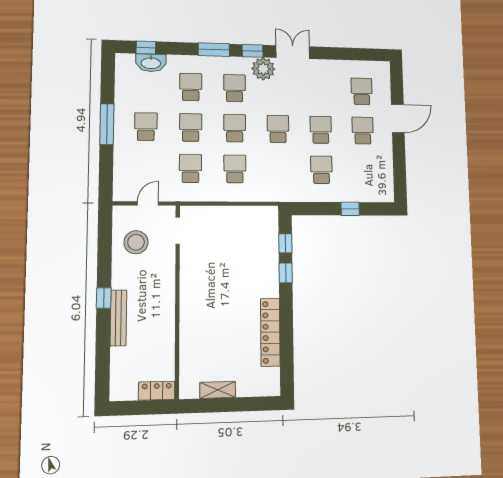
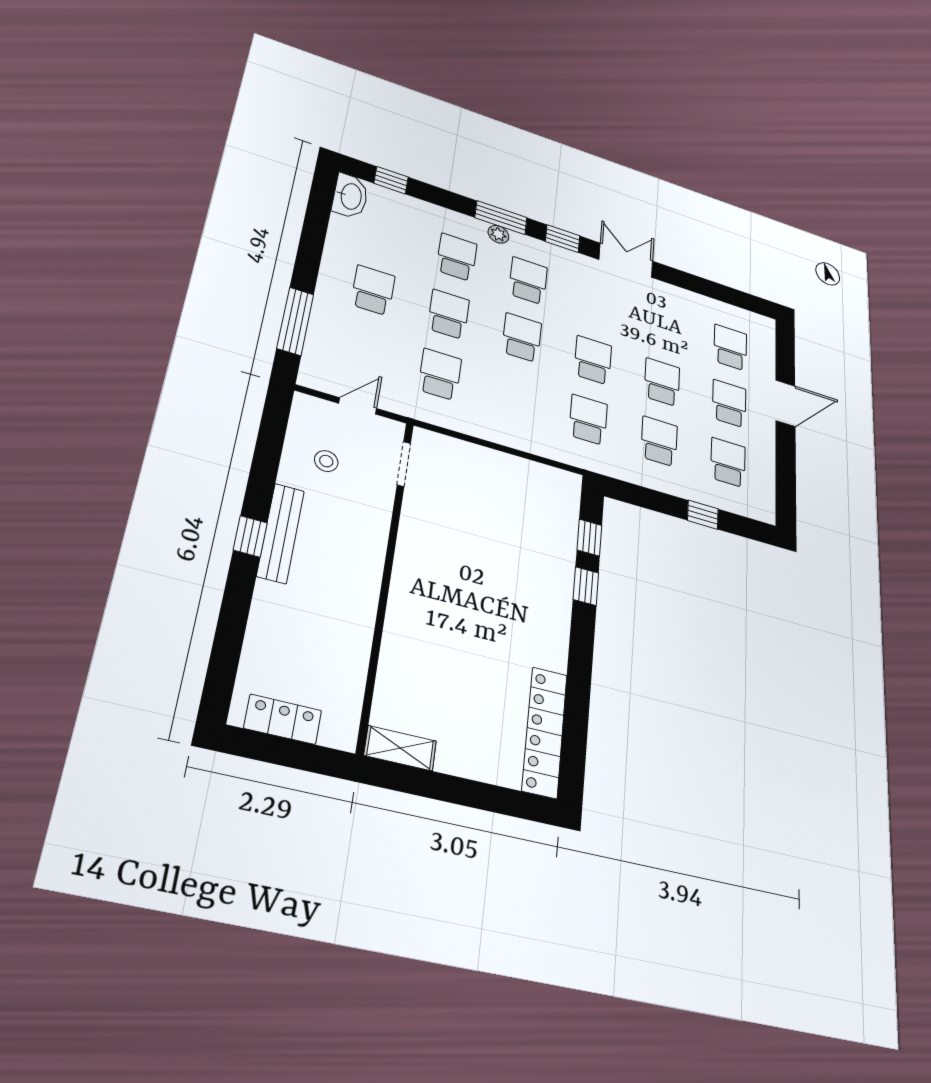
washbasin: (151, 63) -> (350, 196), moved, turned -90
plant: (263, 69) -> (498, 234), moved, width x0.53, depth x0.53
window: (107, 124) -> (295, 321), moved
school desk: (235, 169) -> (588, 420), moved
school desk: (364, 170) -> (728, 462), added
stool: (136, 242) -> (326, 461), width x0.53, depth x0.53
bench: (118, 318) -> (281, 533), moved
locker: (270, 332) -> (545, 732), moved
shelving: (218, 390) -> (400, 748), moved
locker: (157, 391) -> (283, 719), moved

